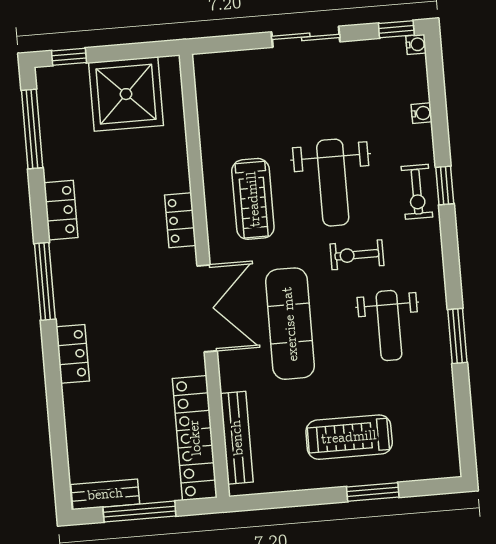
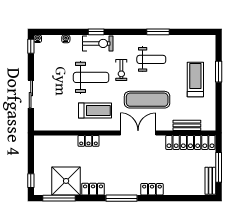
sliding door: (306, 37) -> (31, 94), moved
shower: (126, 94) -> (66, 181), moved
exercise bike: (417, 192) -> (98, 43), width x1.38, depth x1.39
locker: (180, 220) -> (89, 141), moved
treadmill: (349, 437) -> (195, 79), turned 180
bench: (237, 438) -> (187, 125), width x0.73

